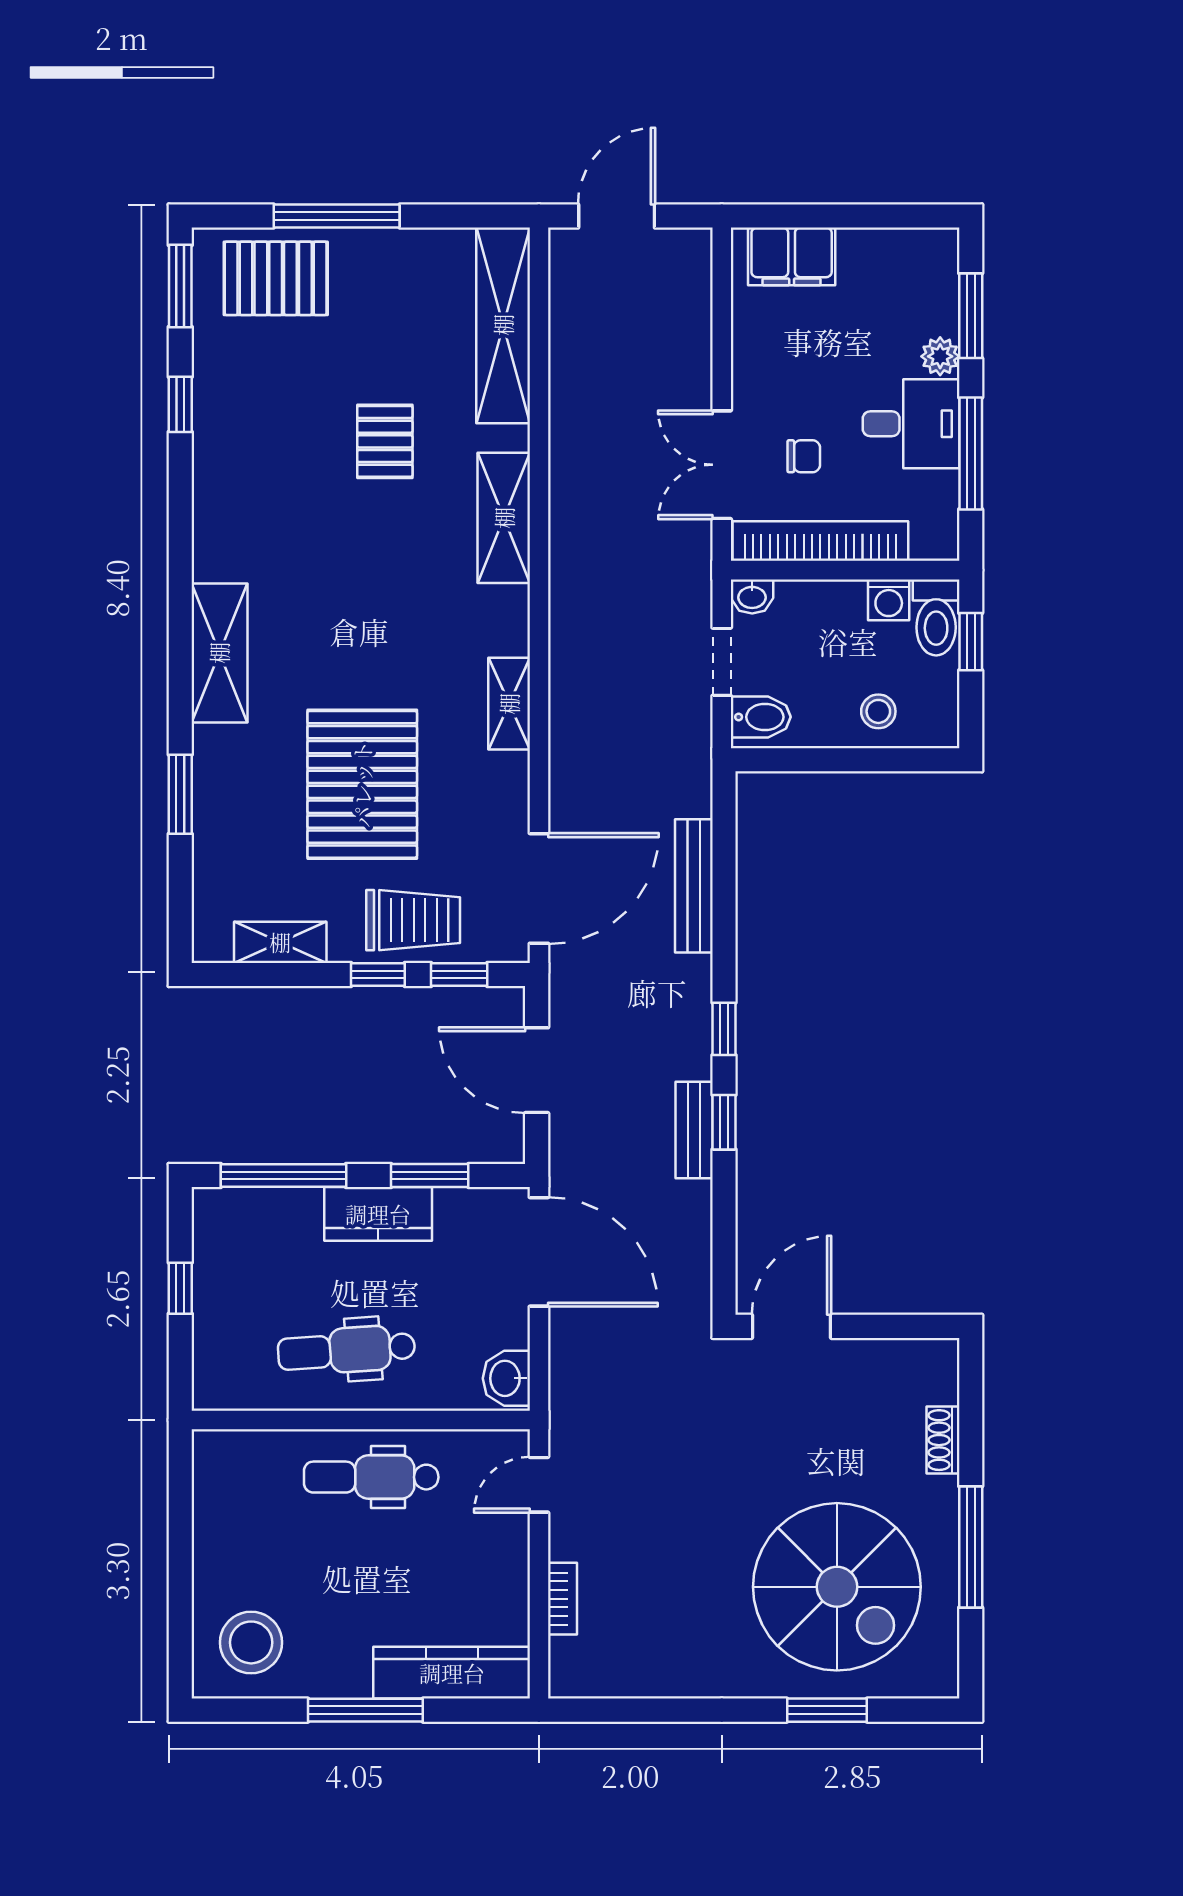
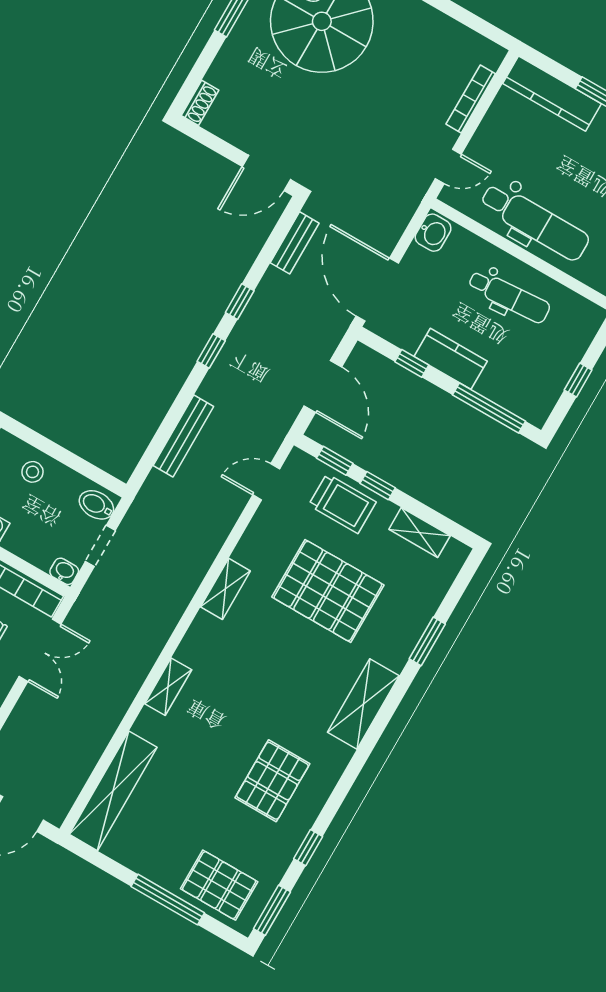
pallet: (385, 441) -> (272, 781), moved, width x1.50, depth x1.42
shelving: (504, 518) -> (168, 687), width x0.67, depth x0.75
pallet: (362, 784) -> (328, 591), turned 90
door: (539, 888) -> (266, 482), width x0.53
trolley: (413, 920) -> (342, 504), turned 180
bench: (694, 1130) -> (295, 243), moved
window: (430, 1176) -> (412, 363), width x0.67
shoe rack: (943, 1440) -> (200, 103), moved
dental chair: (371, 1477) -> (535, 222), width x1.36, depth x1.38
bookcase: (562, 1599) -> (471, 99), width x1.56

